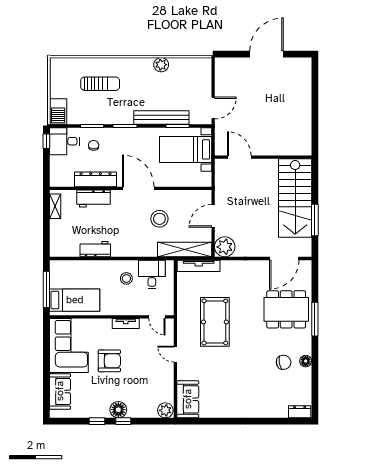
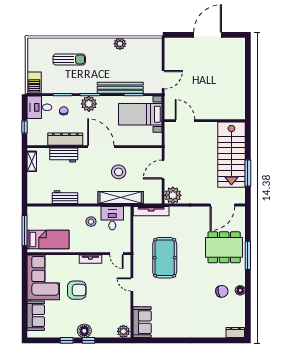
plant: (124, 137) -> (89, 104), added
window: (46, 141) -> (24, 127), moved
shelving: (185, 250) -> (121, 198), moved

